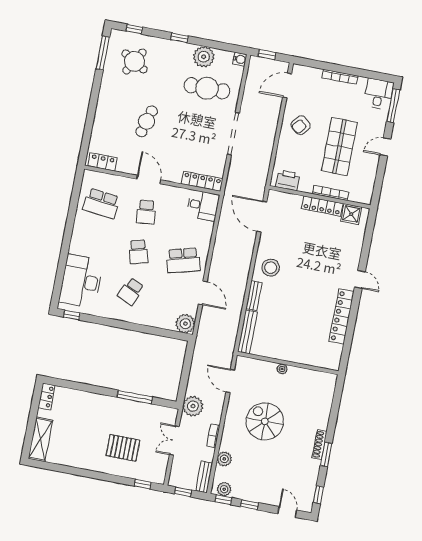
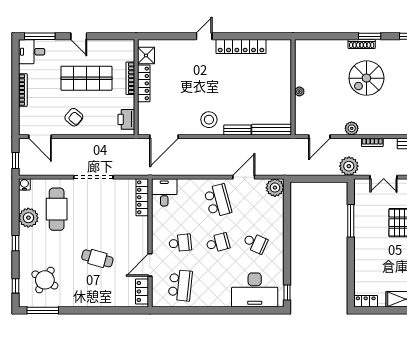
door: (149, 179) -> (150, 265), moved
spiral stairs: (265, 421) -> (366, 78), moved
plant: (224, 459) -> (352, 128), moved

